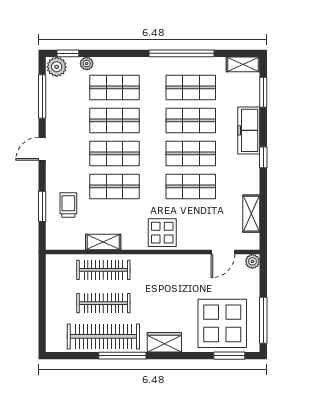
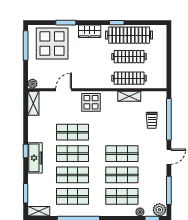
freezer: (249, 130) -> (35, 158), moved
shop shelf: (114, 186) -> (122, 132), removed
window: (42, 206) -> (169, 119), width x2.11
shelving: (251, 214) -> (33, 103), moved
door: (223, 252) -> (64, 90), moved
window: (122, 356) -> (117, 23), width x0.46
window: (229, 356) -> (66, 23), moved

